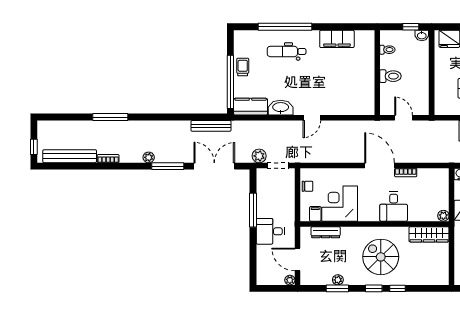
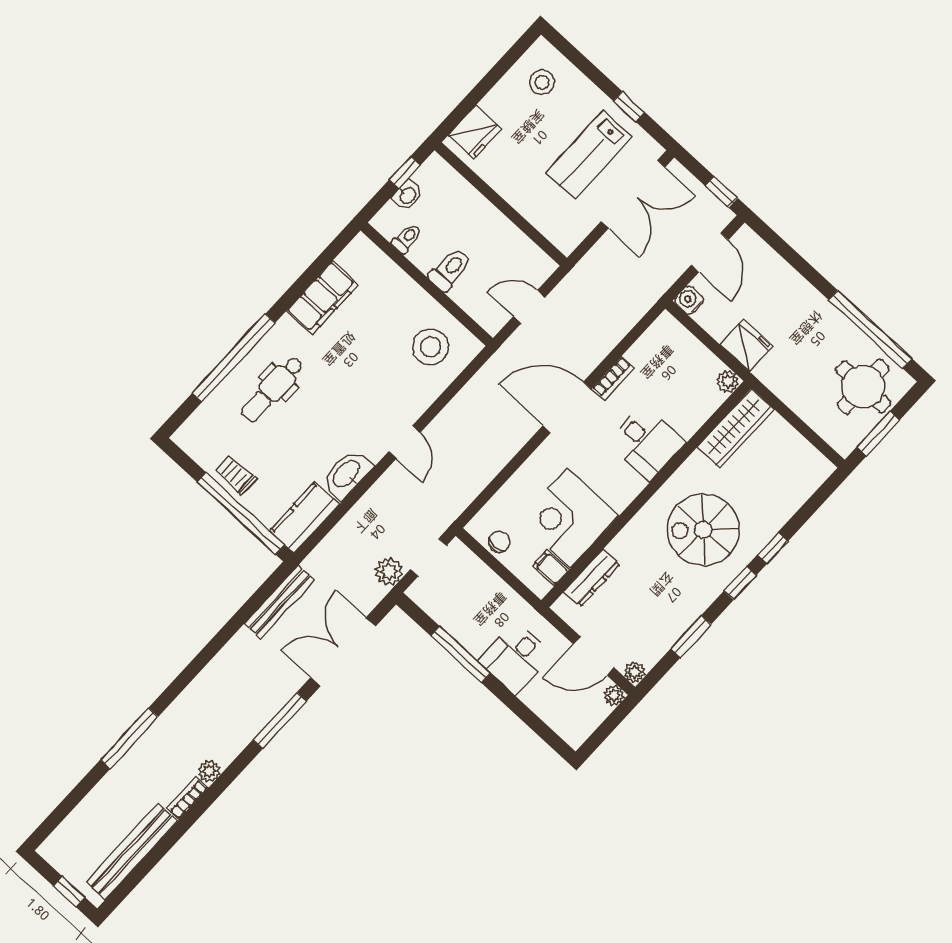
washbasin: (422, 35) -> (407, 195), moved
stool: (356, 95) -> (431, 347), added
plant: (149, 157) -> (209, 771), moved
plant: (338, 280) -> (635, 672), moved

